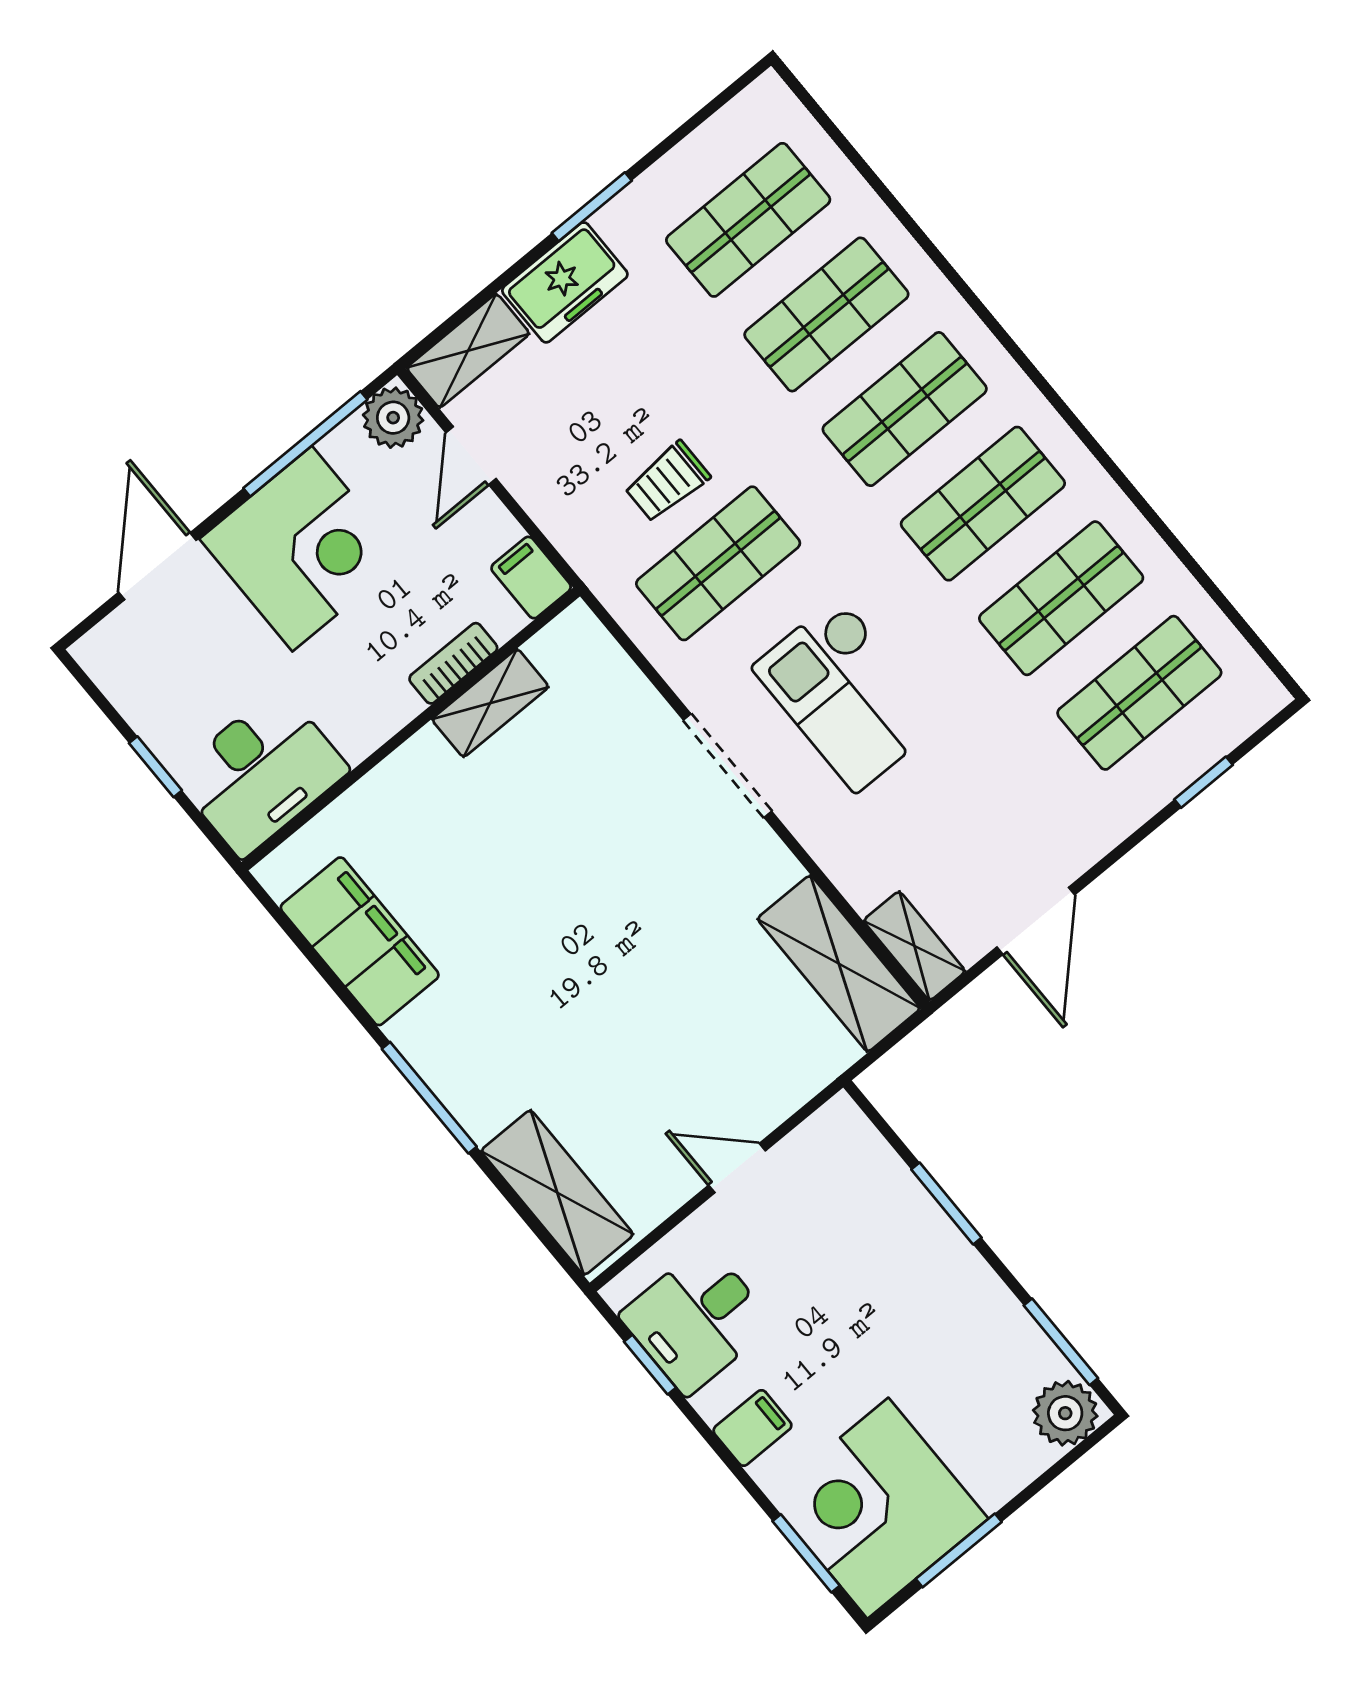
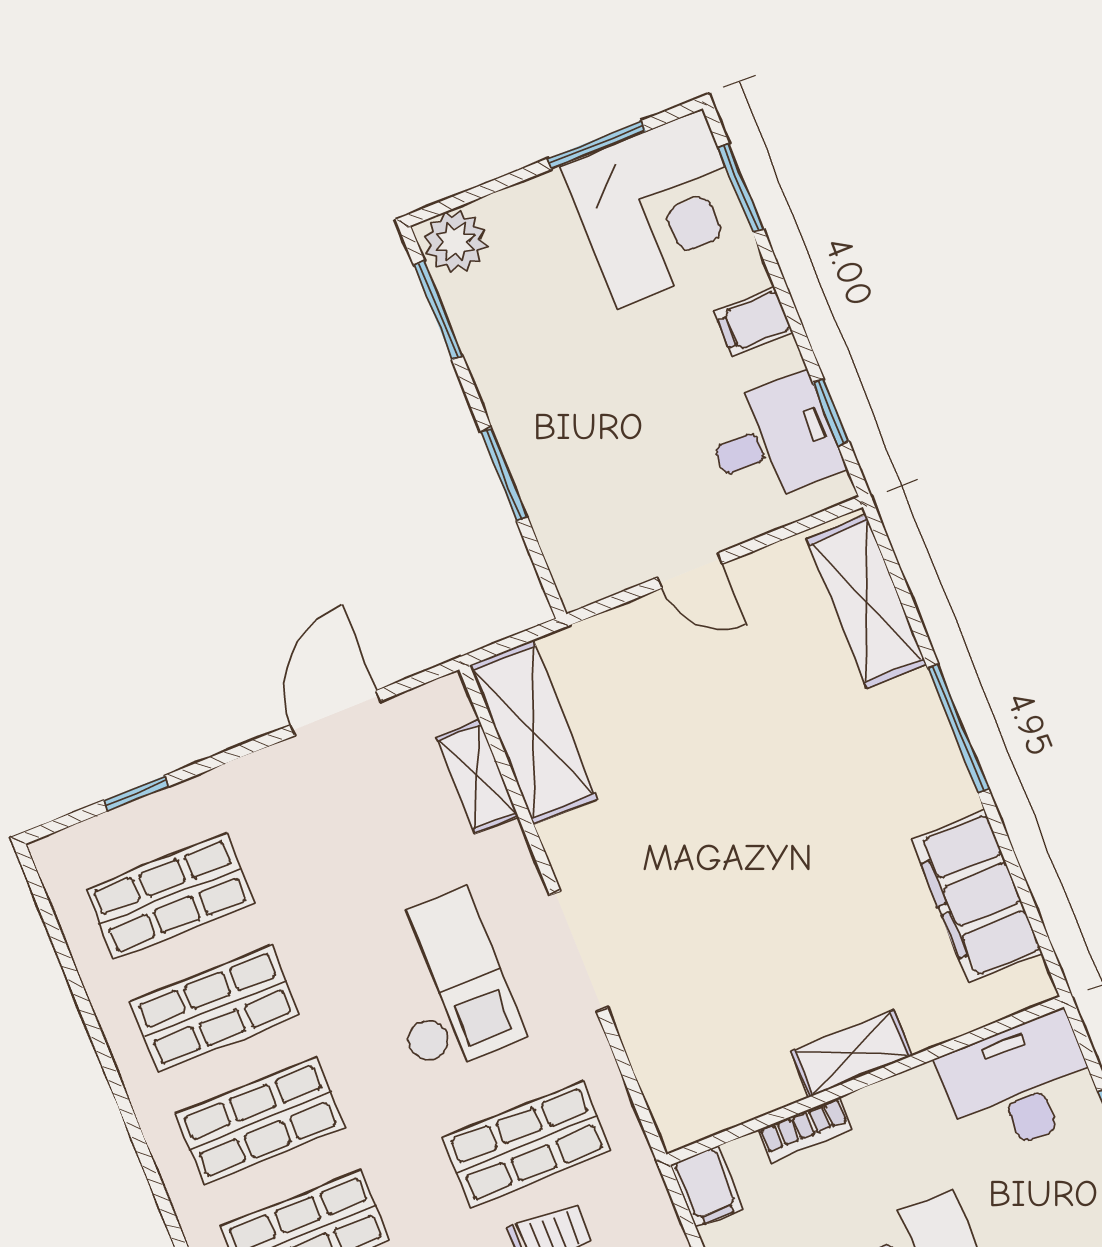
shelving: (490, 703) -> (851, 1054), moved
shelving: (914, 946) -> (477, 777), moved

